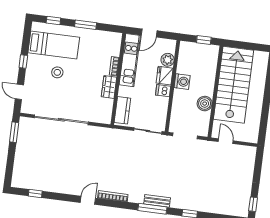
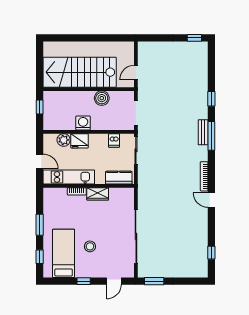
dishwasher: (163, 91) -> (114, 140), moved

